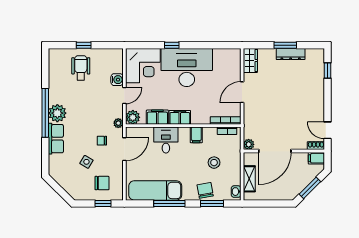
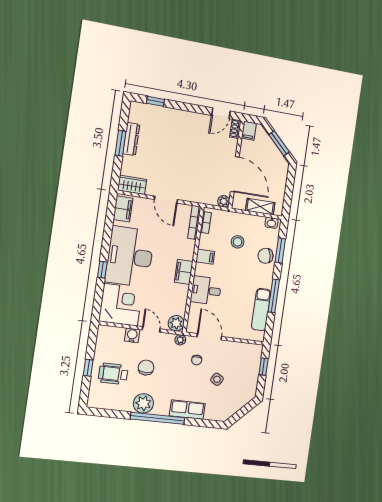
plant: (57, 113) -> (143, 403), moved
filing cabinet: (157, 117) -> (123, 209), moved, turned 180
chair: (102, 183) -> (146, 368), moved
exam couch: (155, 190) -> (261, 310), width x0.73, depth x0.69

